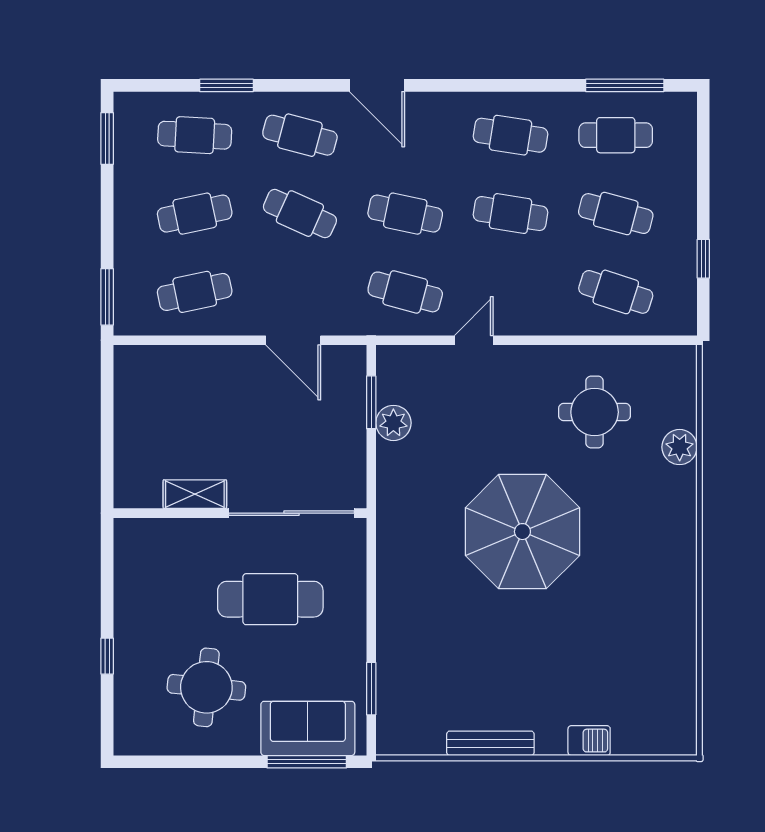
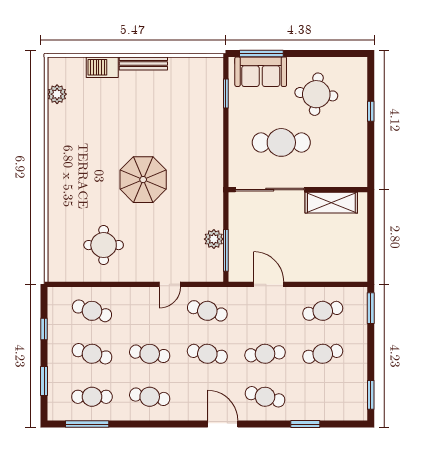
cafe table: (195, 135) -> (323, 397), removed
window: (703, 164) -> (44, 381), added
cafe table: (300, 214) -> (265, 354), turned -30
window: (371, 402) -> (226, 250), width x1.44
plant: (680, 447) -> (57, 94), moved
shelving: (195, 494) -> (331, 203), width x1.50, depth x1.33
parasol: (522, 532) -> (143, 180), width x0.73, depth x0.73
barbecue: (589, 741) -> (102, 67), width x1.38, depth x1.27
bench: (490, 743) -> (143, 64), moved

